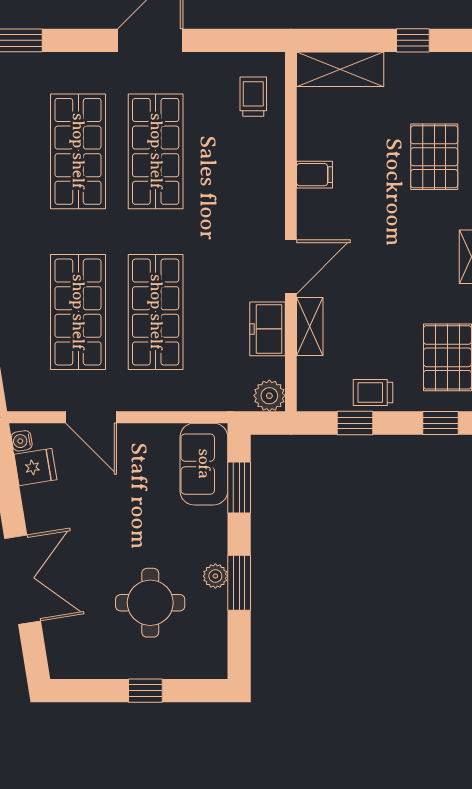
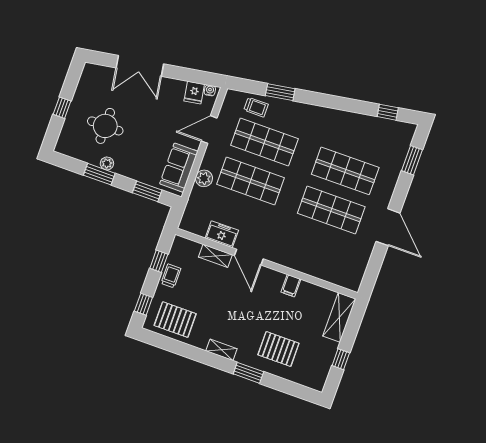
trolley: (253, 97) -> (256, 107), moved
plant: (269, 396) -> (204, 178), moved
sofa: (204, 464) -> (179, 168), moved, turned -90

